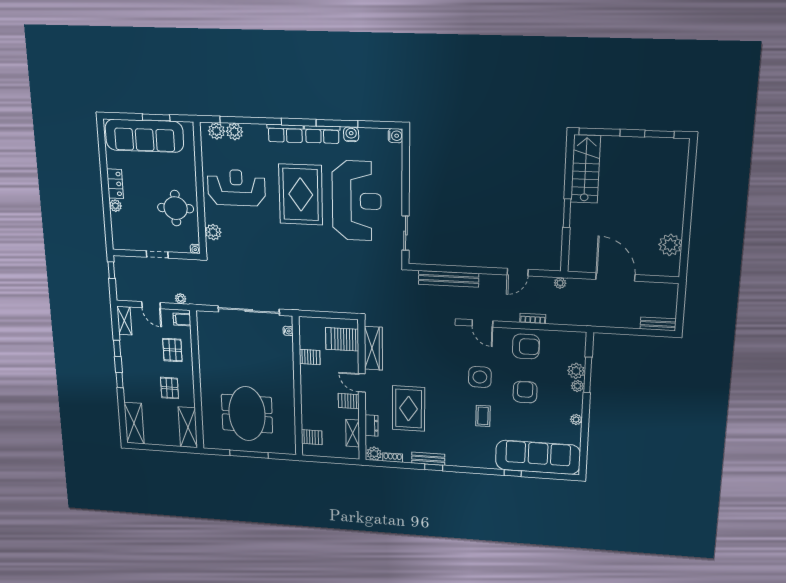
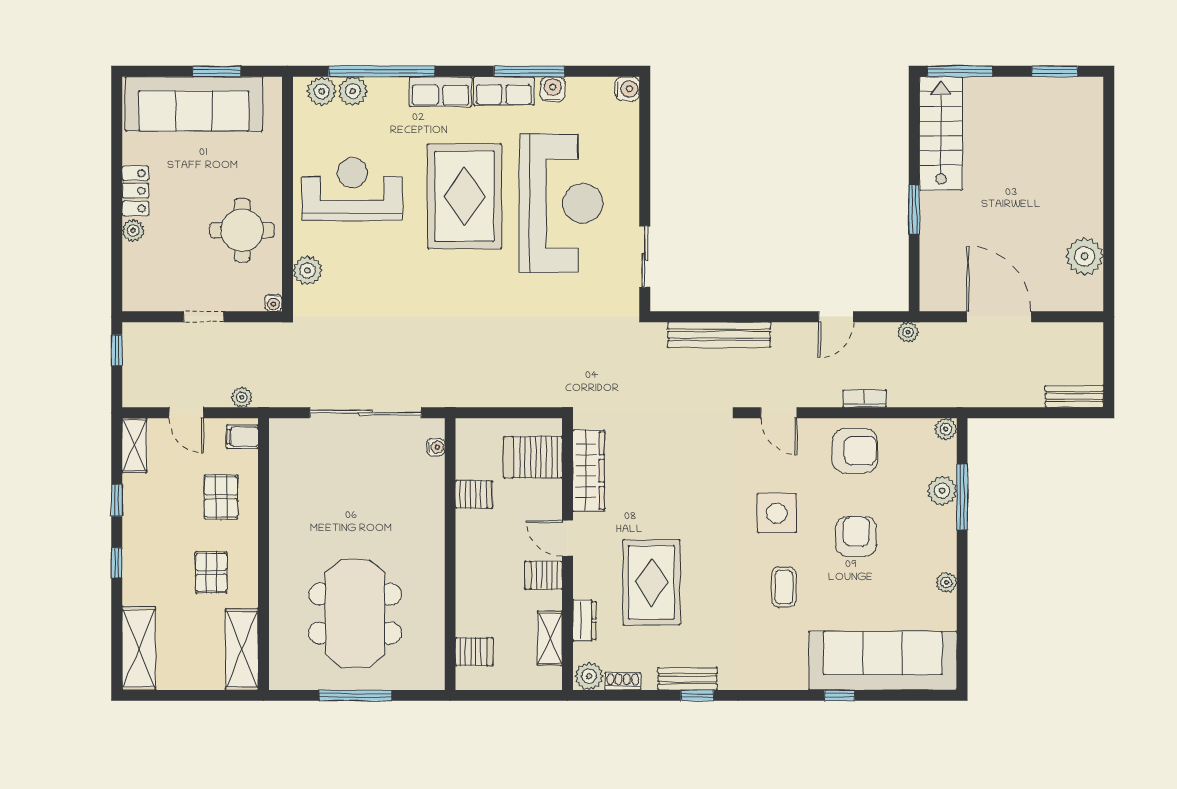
plant: (577, 386) -> (946, 429), moved

